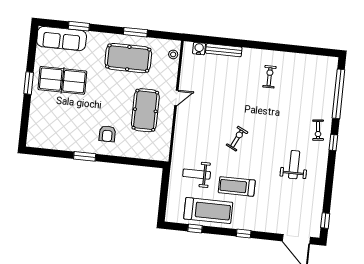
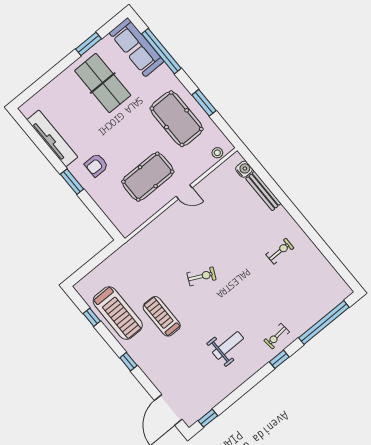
window: (79, 26) -> (161, 51), width x2.11
window: (29, 83) -> (89, 44), moved
tv unit: (65, 144) -> (52, 138), added
window: (85, 156) -> (72, 182), moved
weight bench: (197, 174) -> (138, 273), removed

